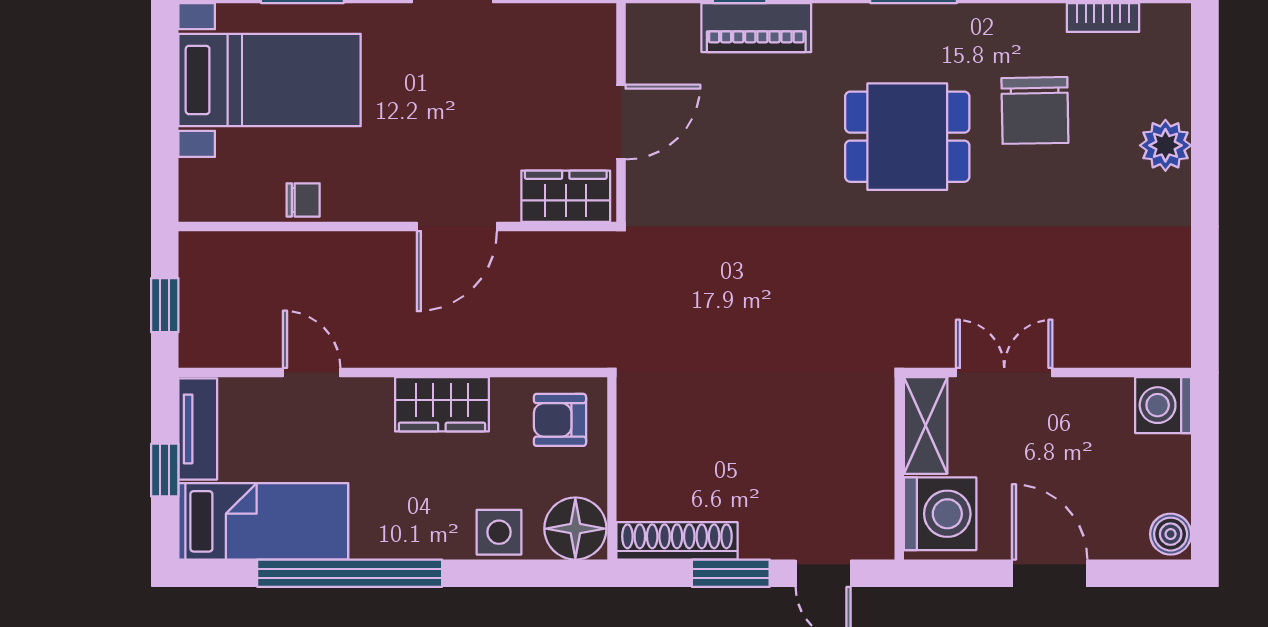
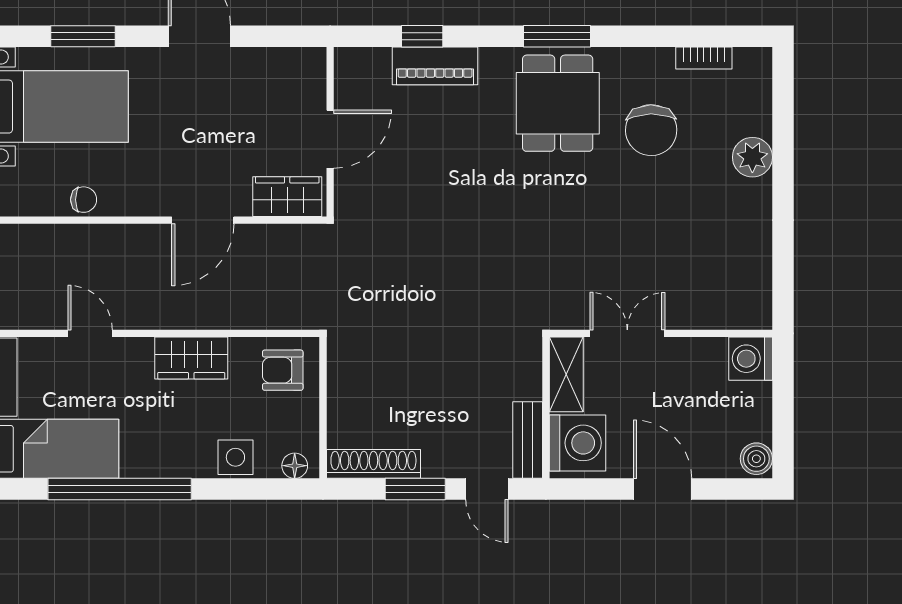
dining table: (907, 137) -> (558, 103), moved, turned 90
bench: (876, 510) -> (528, 440), added
floor lamp: (575, 529) -> (295, 466), width x0.53, depth x0.53

